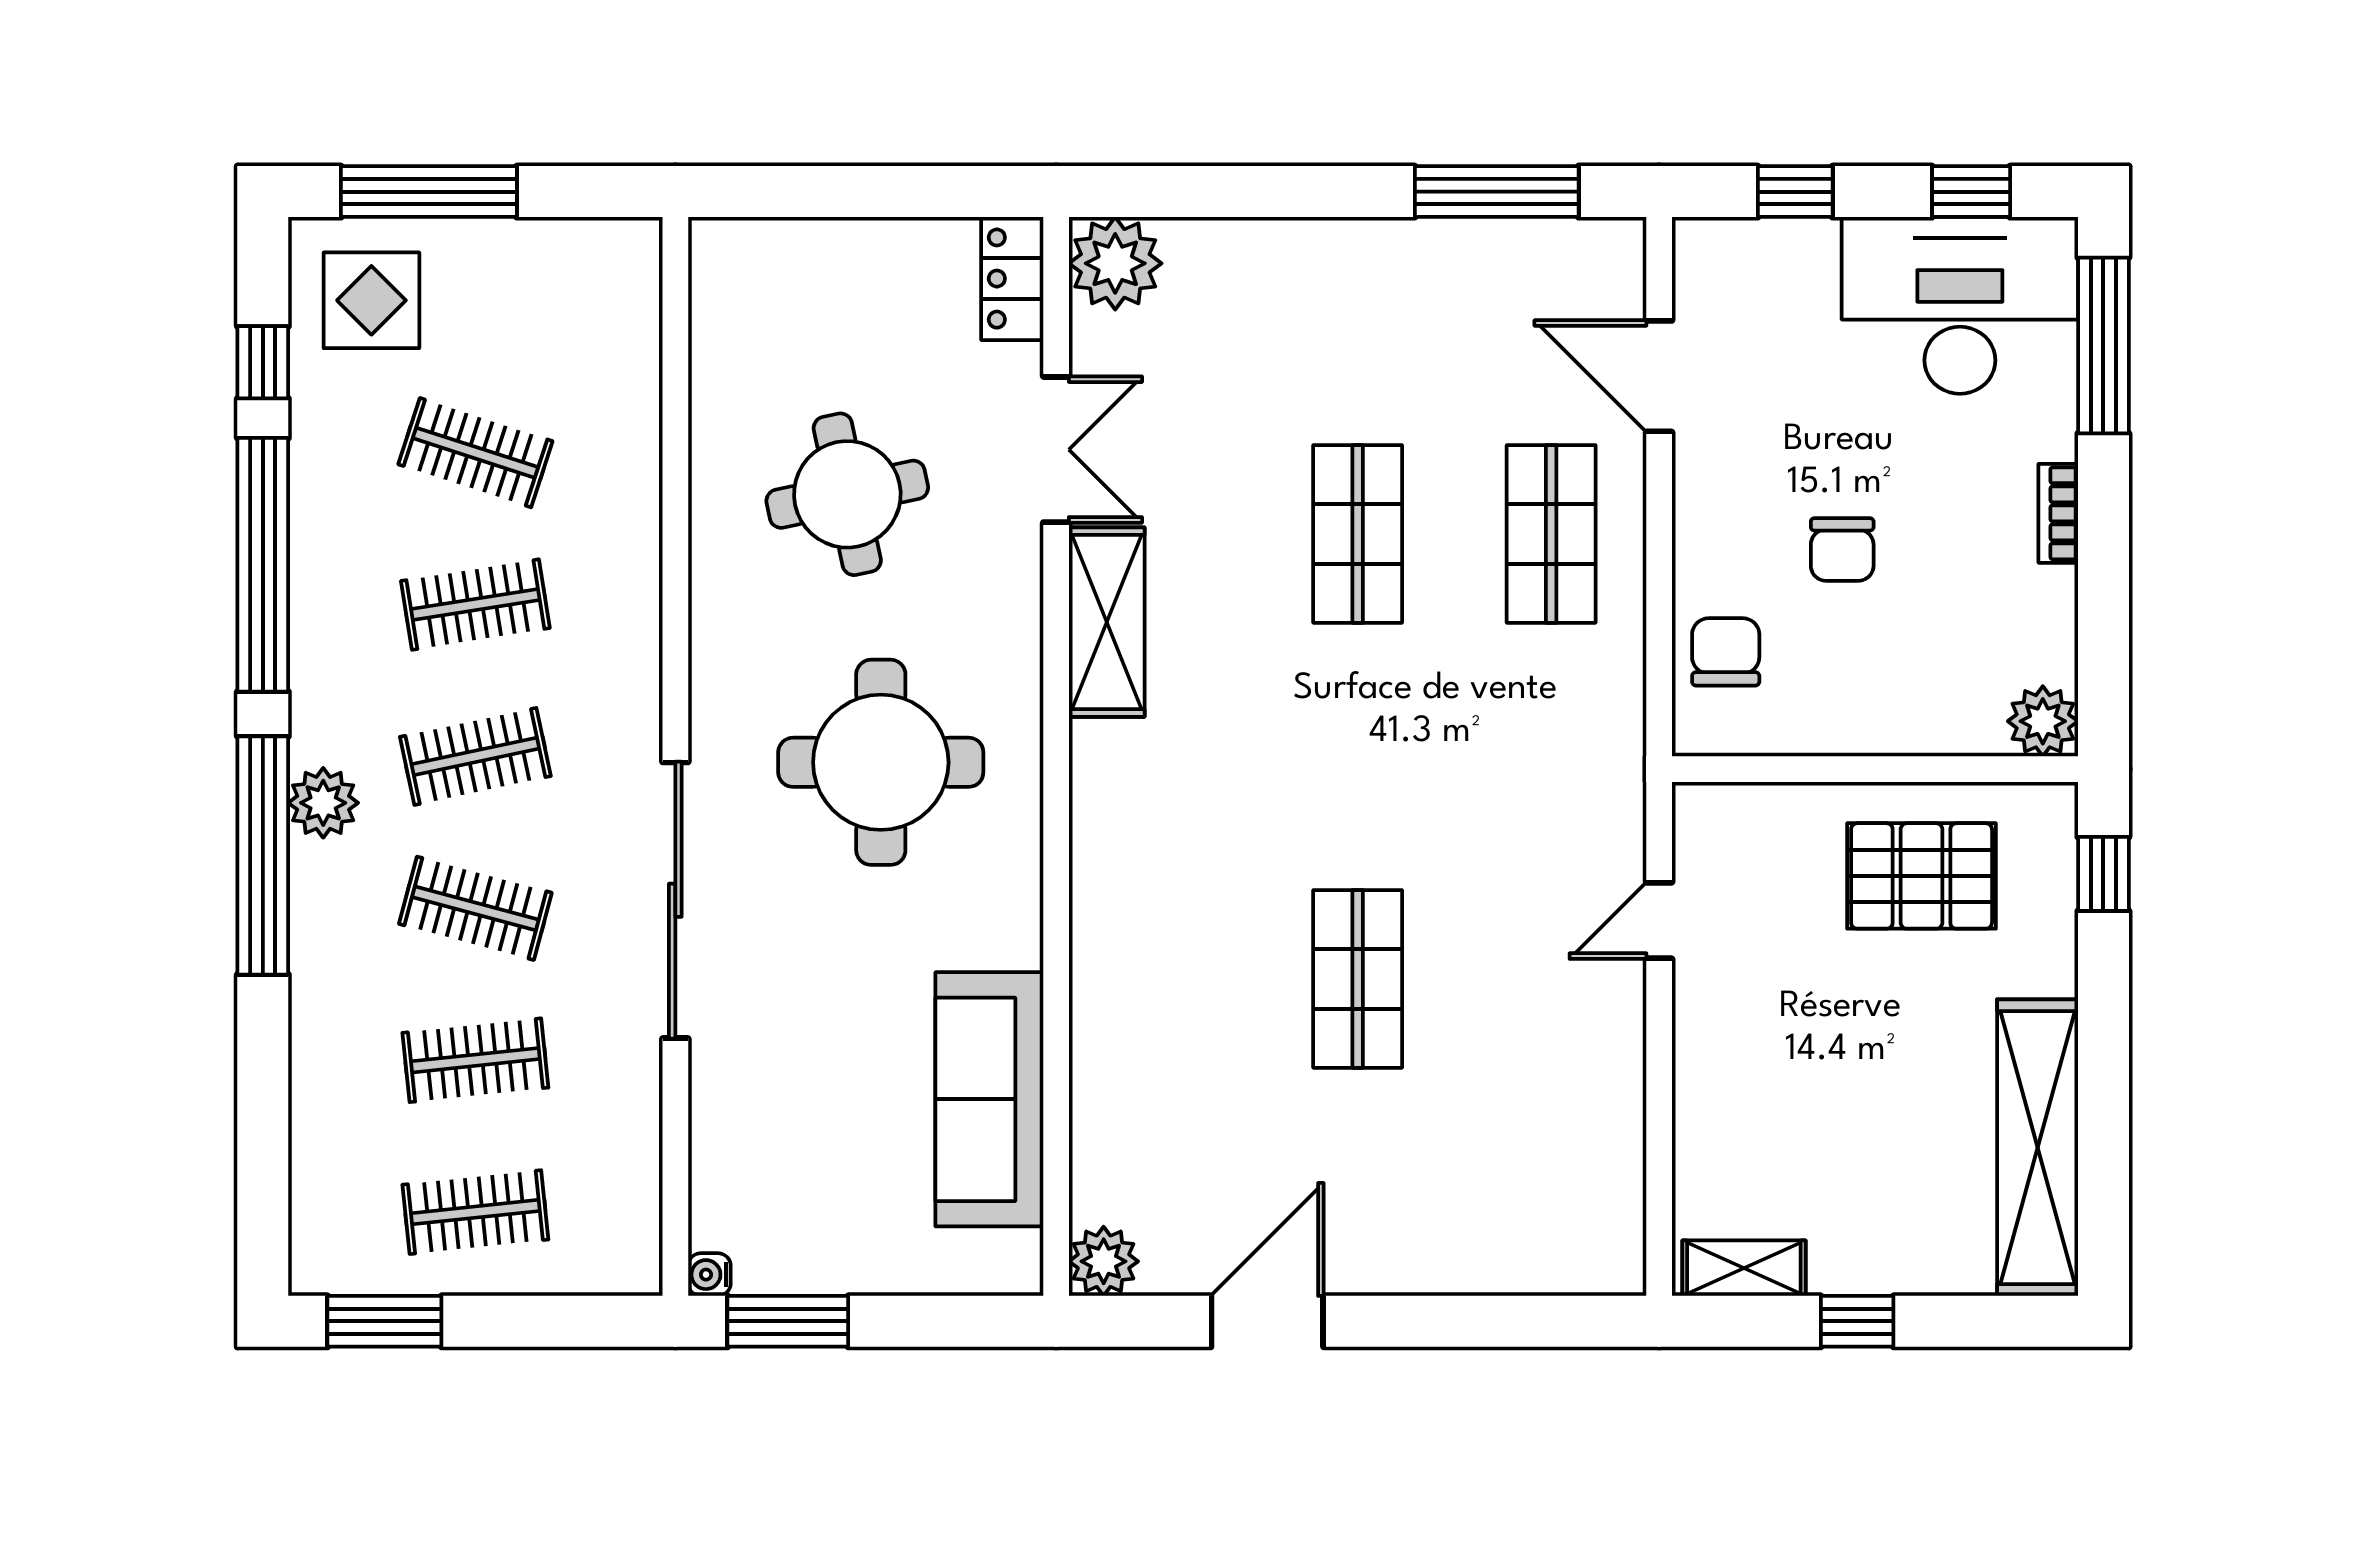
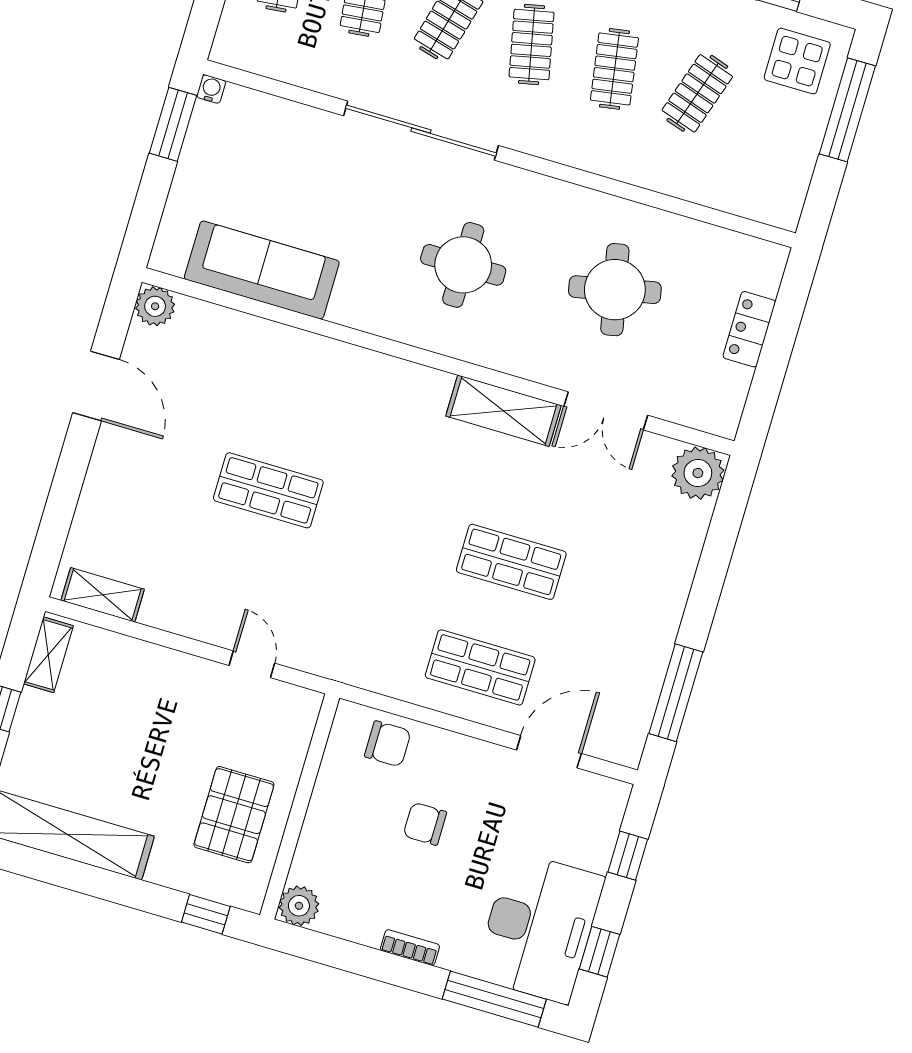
locker: (1012, 279) -> (749, 329), moved, turned -90
round table: (881, 762) -> (463, 265), width x0.73, depth x0.73
shelving: (1616, 1206) -> (103, 595), added

